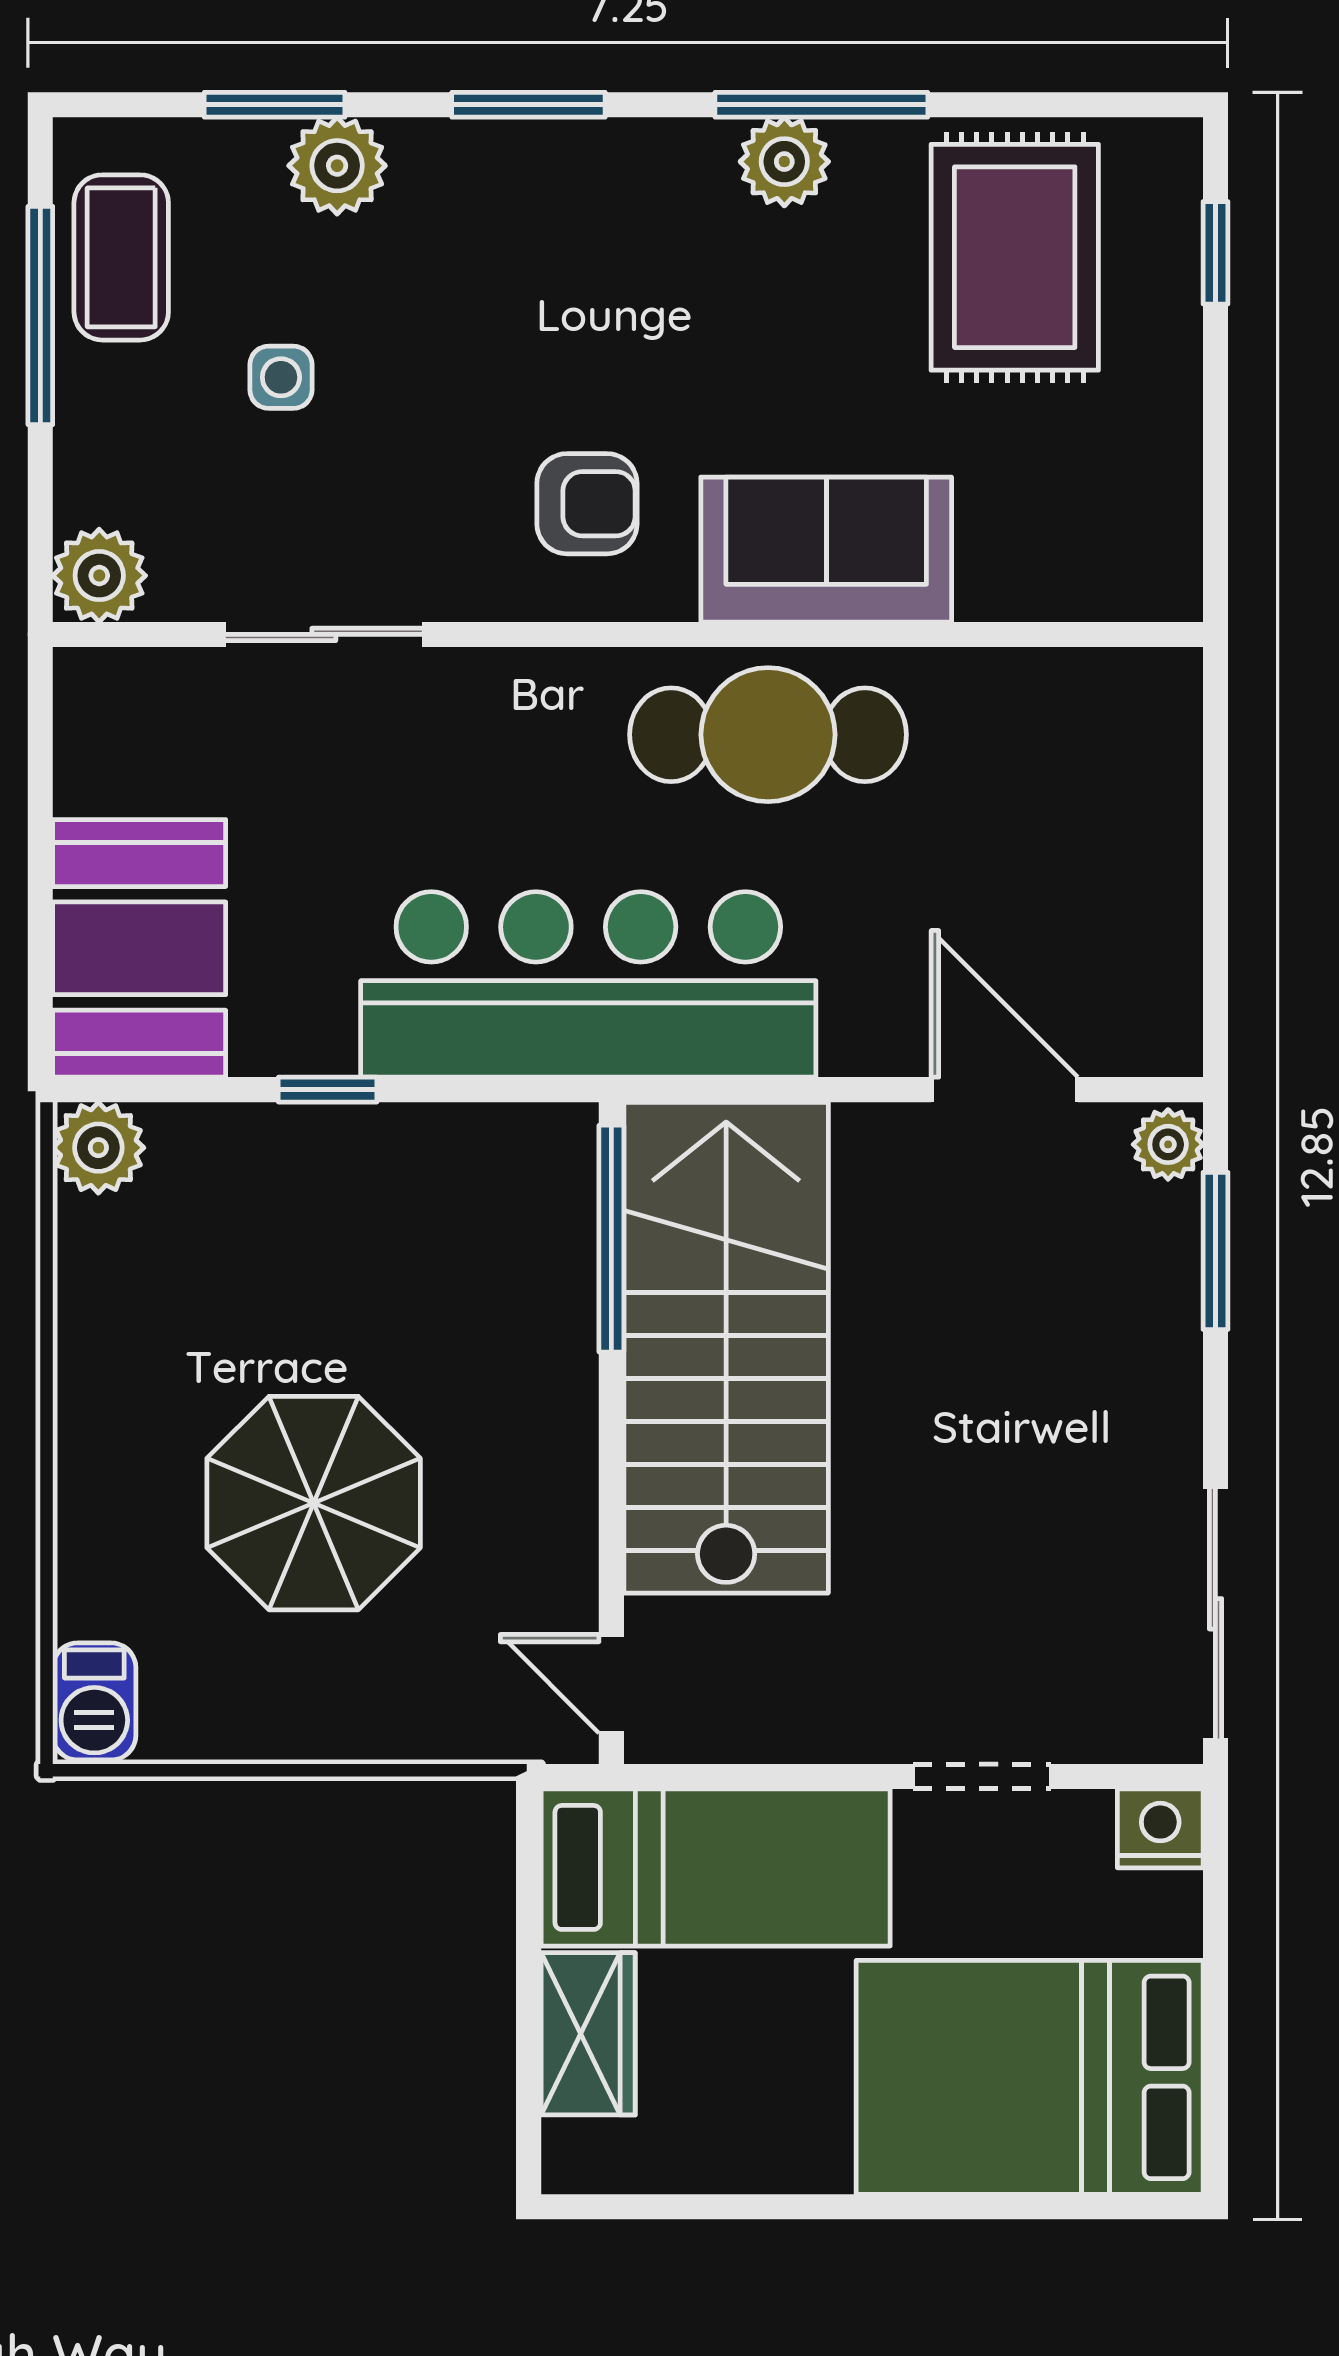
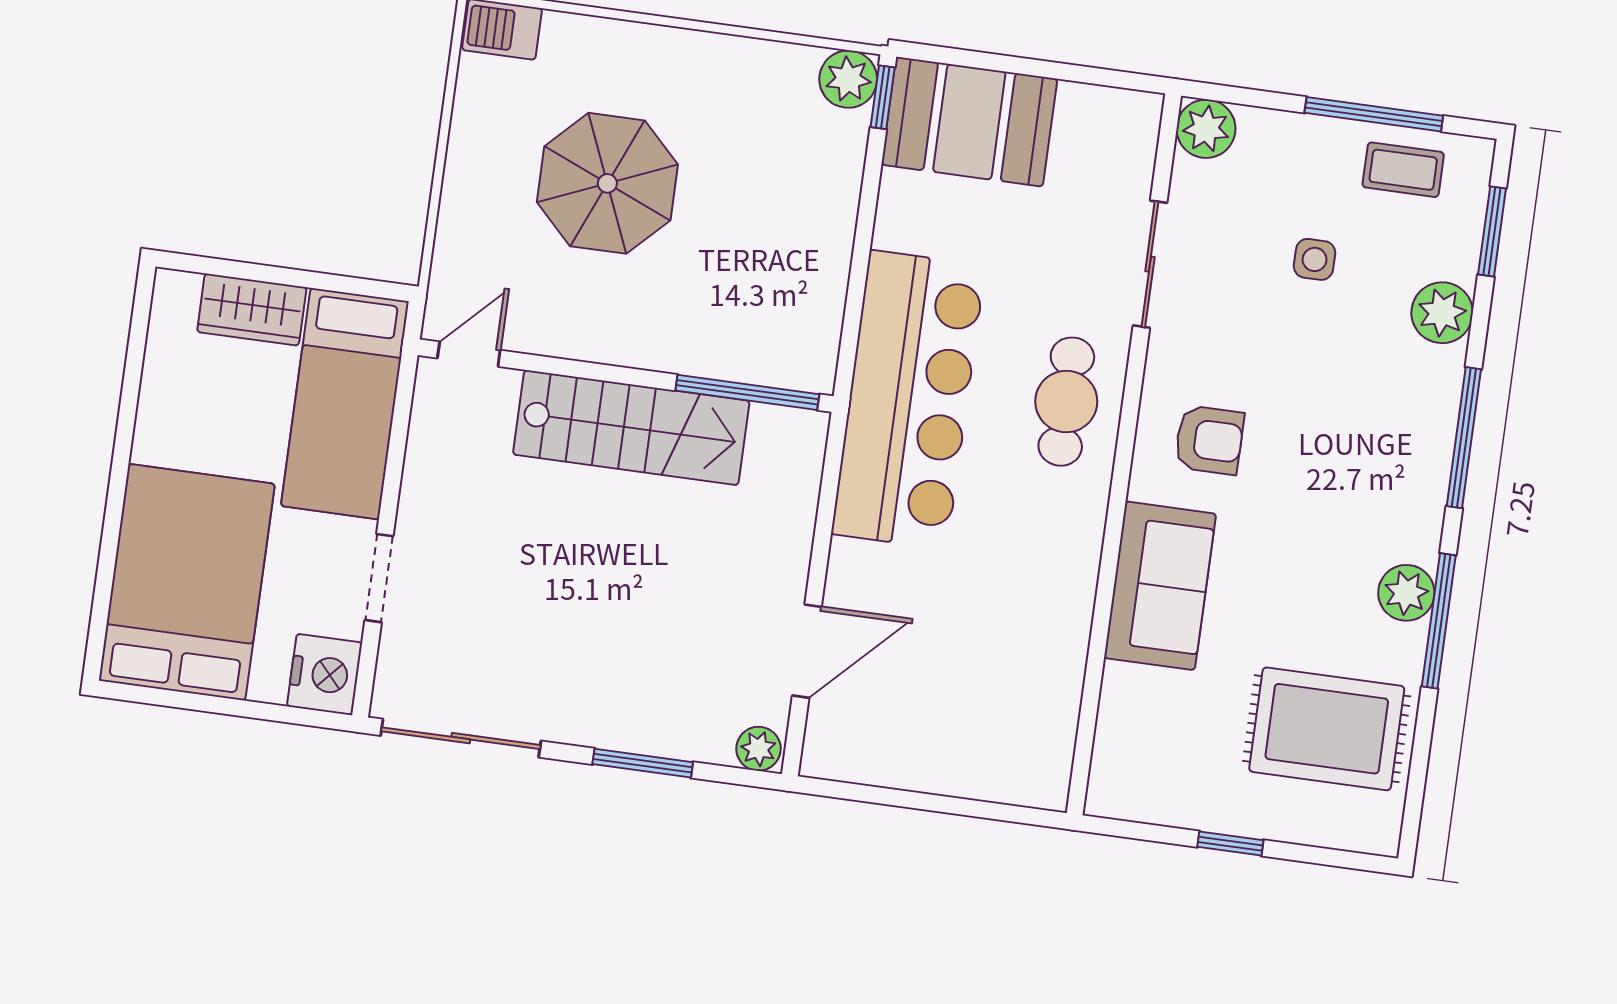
window: (275, 105) -> (1492, 231), moved
window: (528, 105) -> (1464, 438), width x1.44
window: (1215, 253) -> (1230, 844), moved
coffee table: (121, 257) -> (1403, 170), width x0.73, depth x0.77
armchair: (587, 504) -> (1209, 440), turned -90
cafe table: (768, 735) -> (1066, 402), moved, width x0.73, depth x0.74
window: (328, 1090) -> (883, 97), moved
window: (1215, 1251) -> (643, 763), moved
stairs: (726, 1348) -> (631, 428), width x0.73, depth x0.66
nightstand: (1160, 1828) -> (325, 674), width x1.36, depth x1.33

